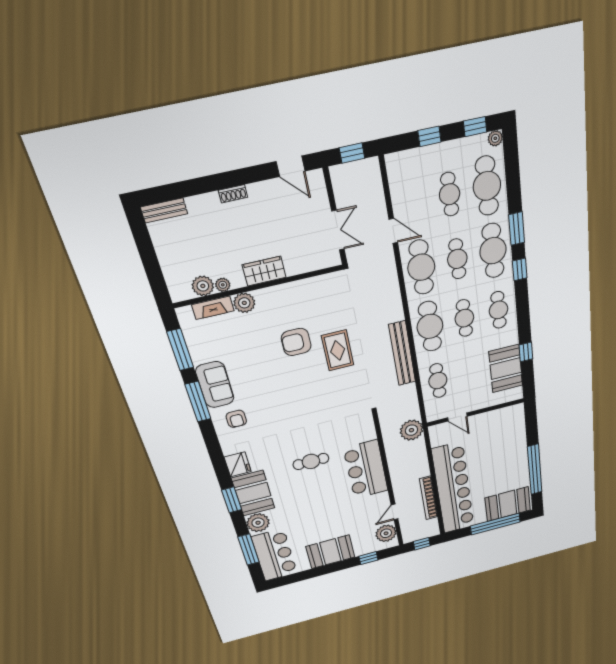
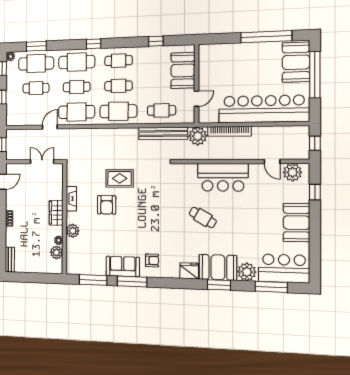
window: (517, 229) -> (36, 46), moved
fireplace: (213, 308) -> (71, 199), moved
bench: (402, 353) -> (163, 133), moved
booth: (506, 369) -> (183, 70), moved, turned 90
cafe table: (311, 461) -> (203, 217), turned -60
bookcase: (429, 498) -> (229, 131), moved

